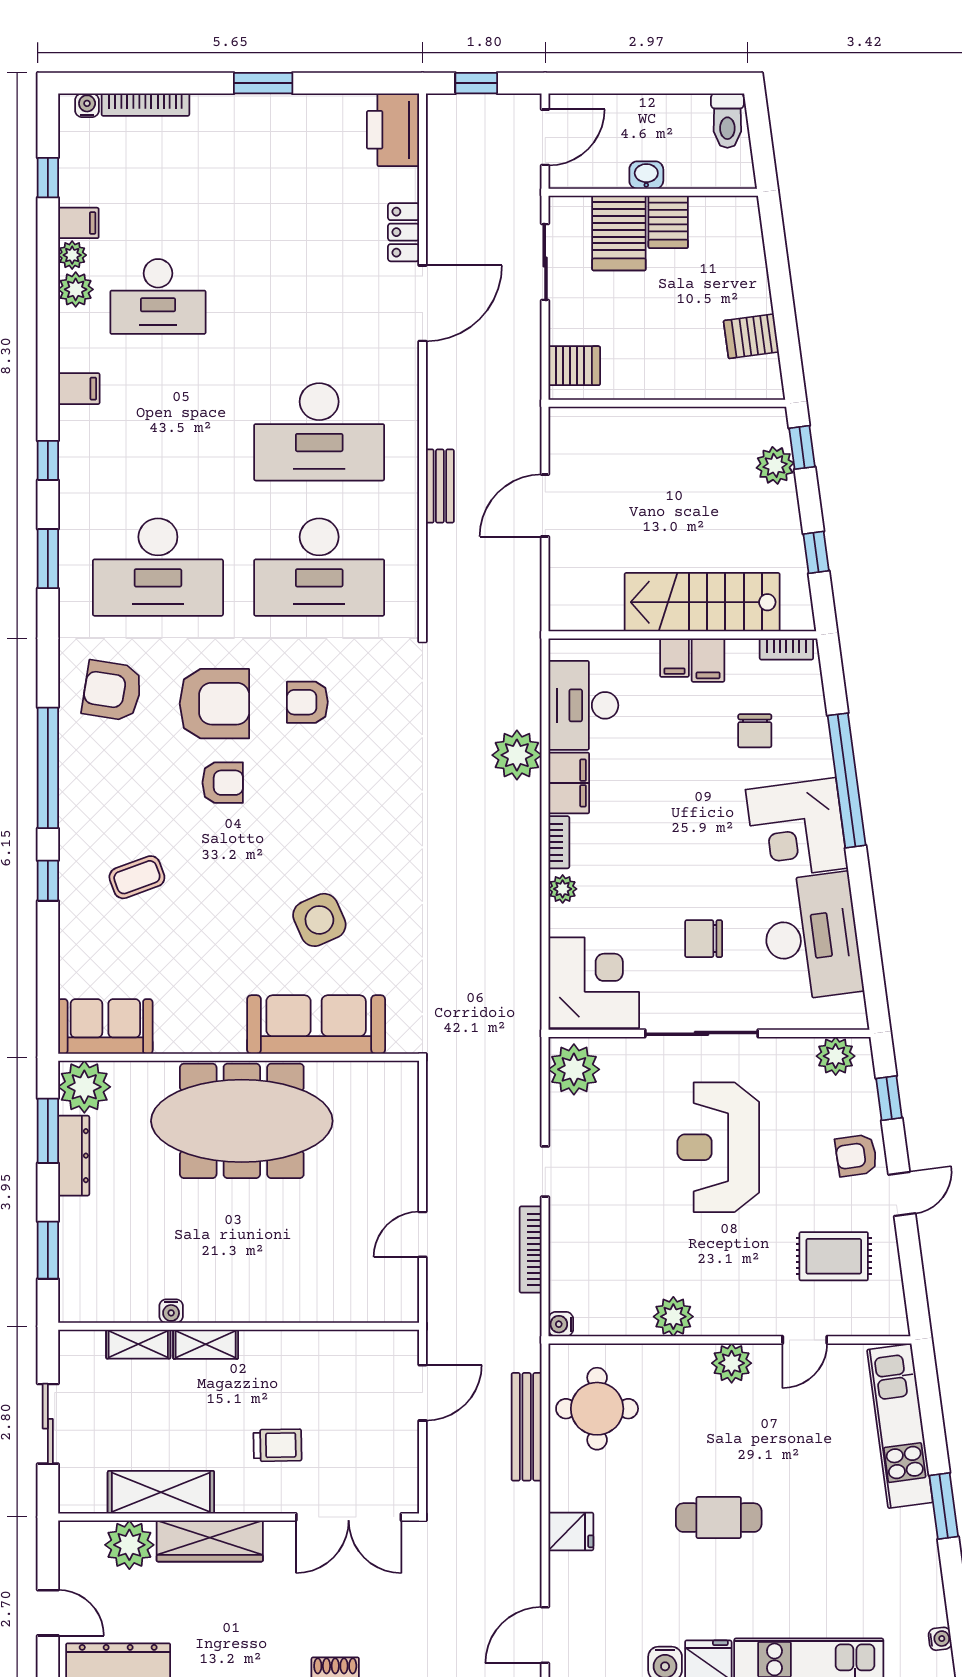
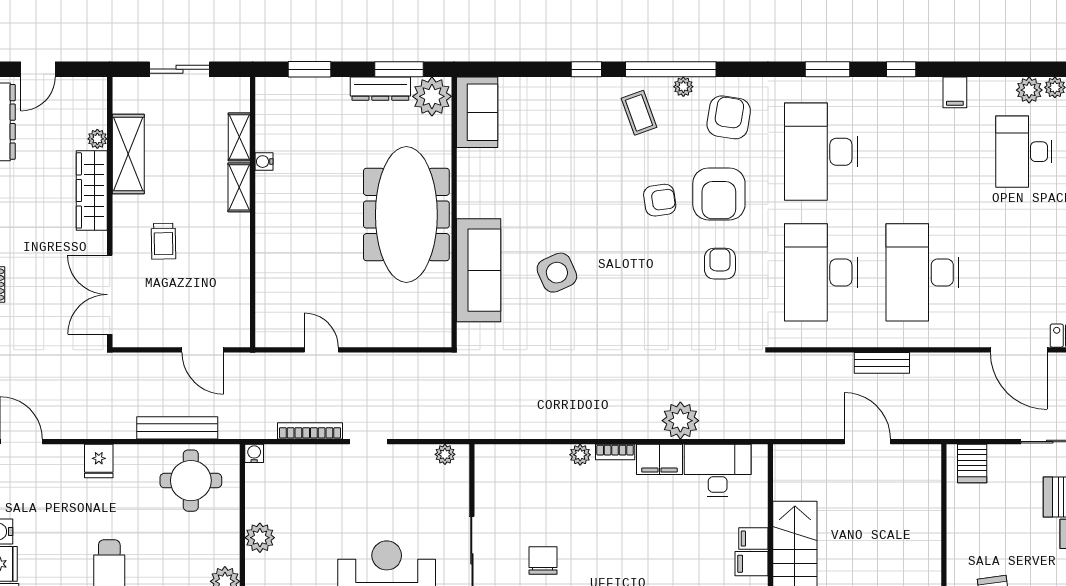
plant: (71, 751) -> (683, 87), added
armchair: (223, 783) -> (660, 200), turned -98
coffee table: (137, 877) -> (639, 113), moved
corner desk: (594, 983) -> (510, 478), removed
plant: (574, 1069) -> (445, 454), width x0.53, depth x0.53
plant: (129, 1545) -> (97, 139), width x0.53, depth x0.53

